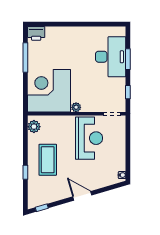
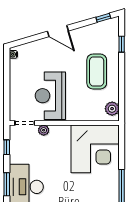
plant: (76, 107) -> (44, 130), moved
window: (25, 172) -> (122, 44), moved

